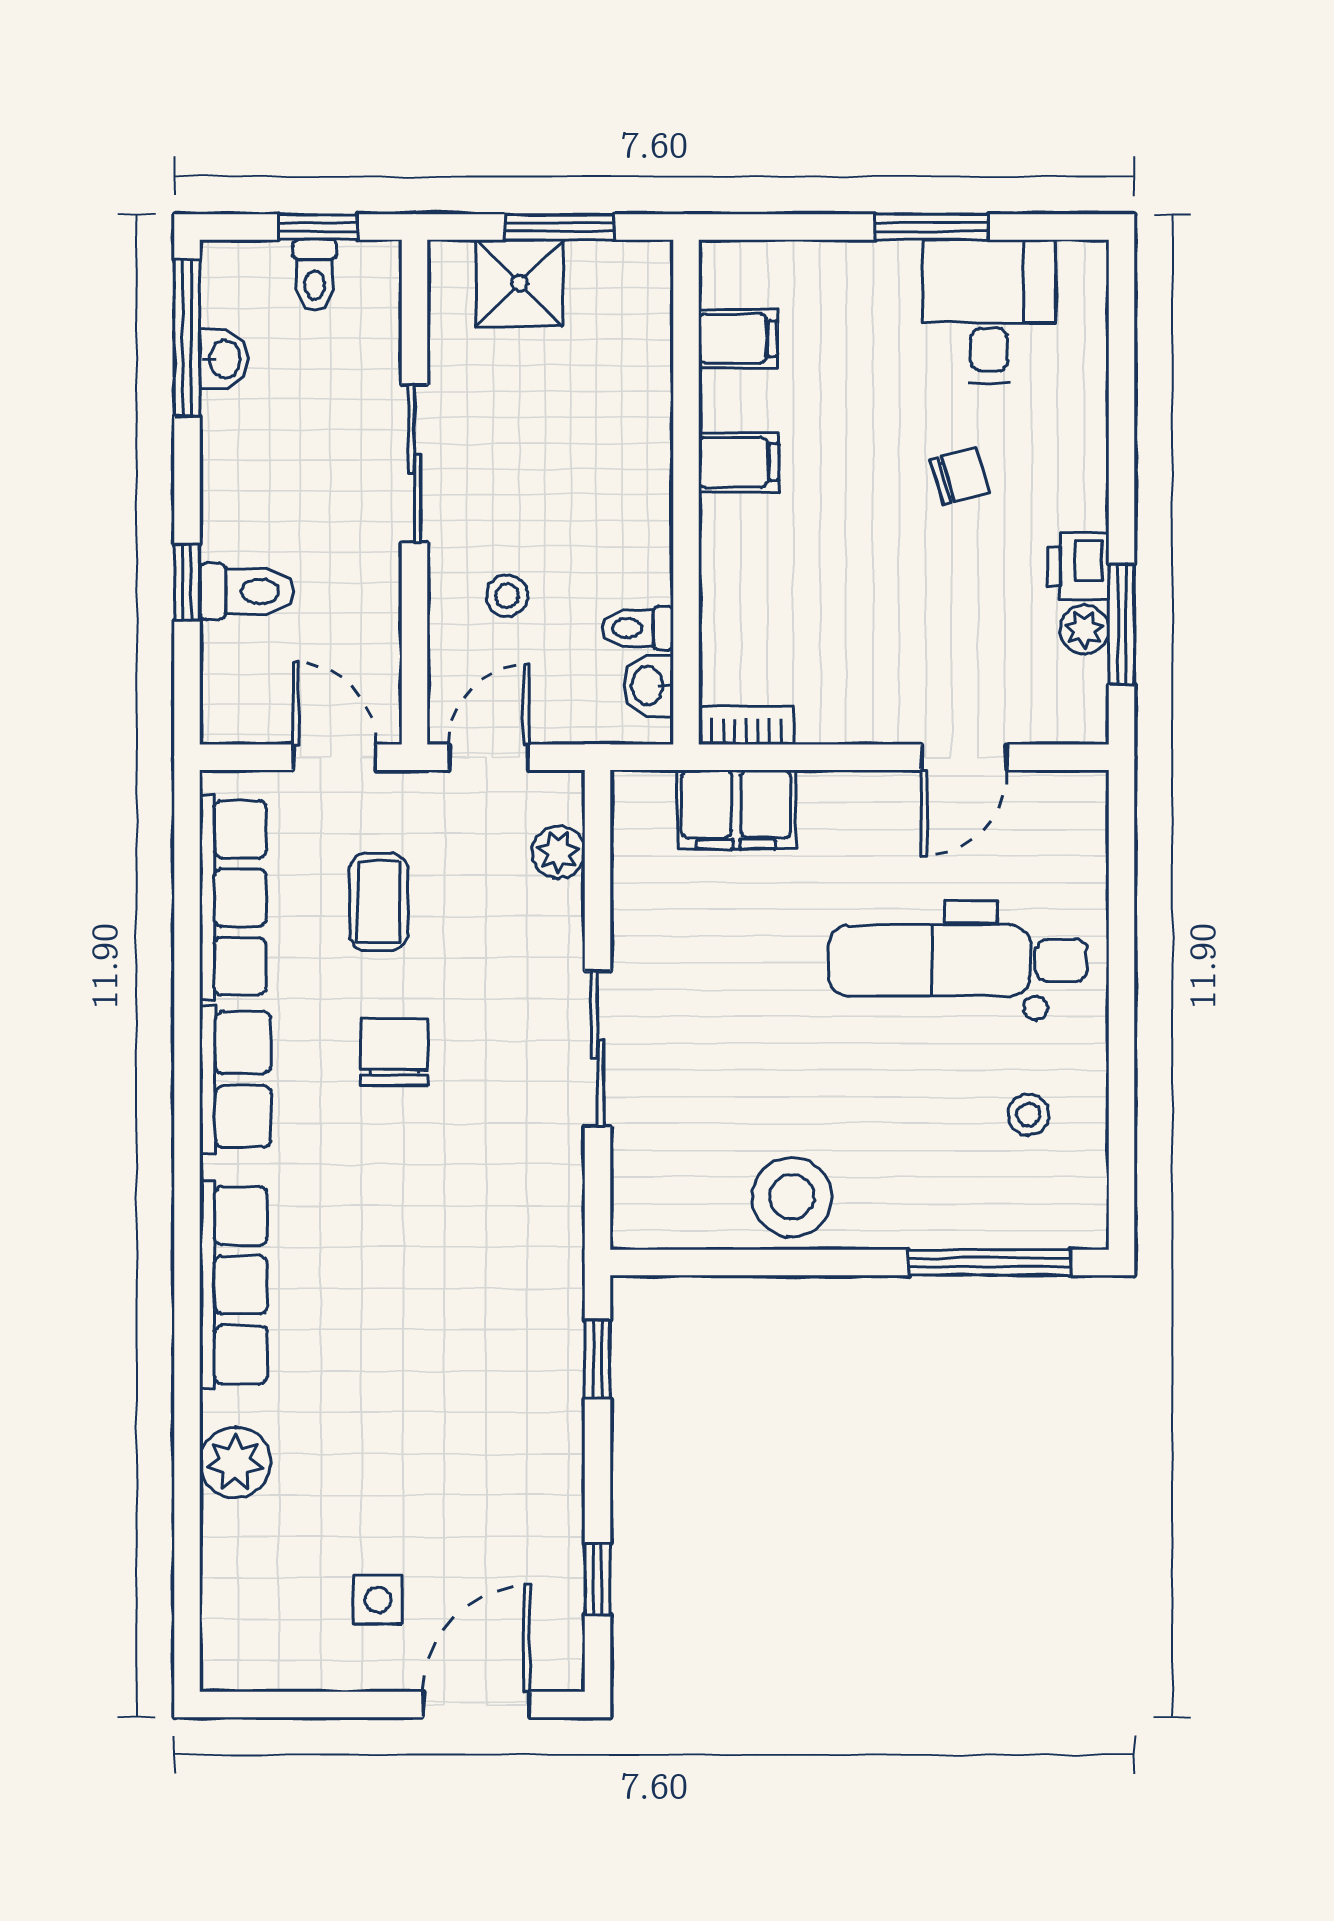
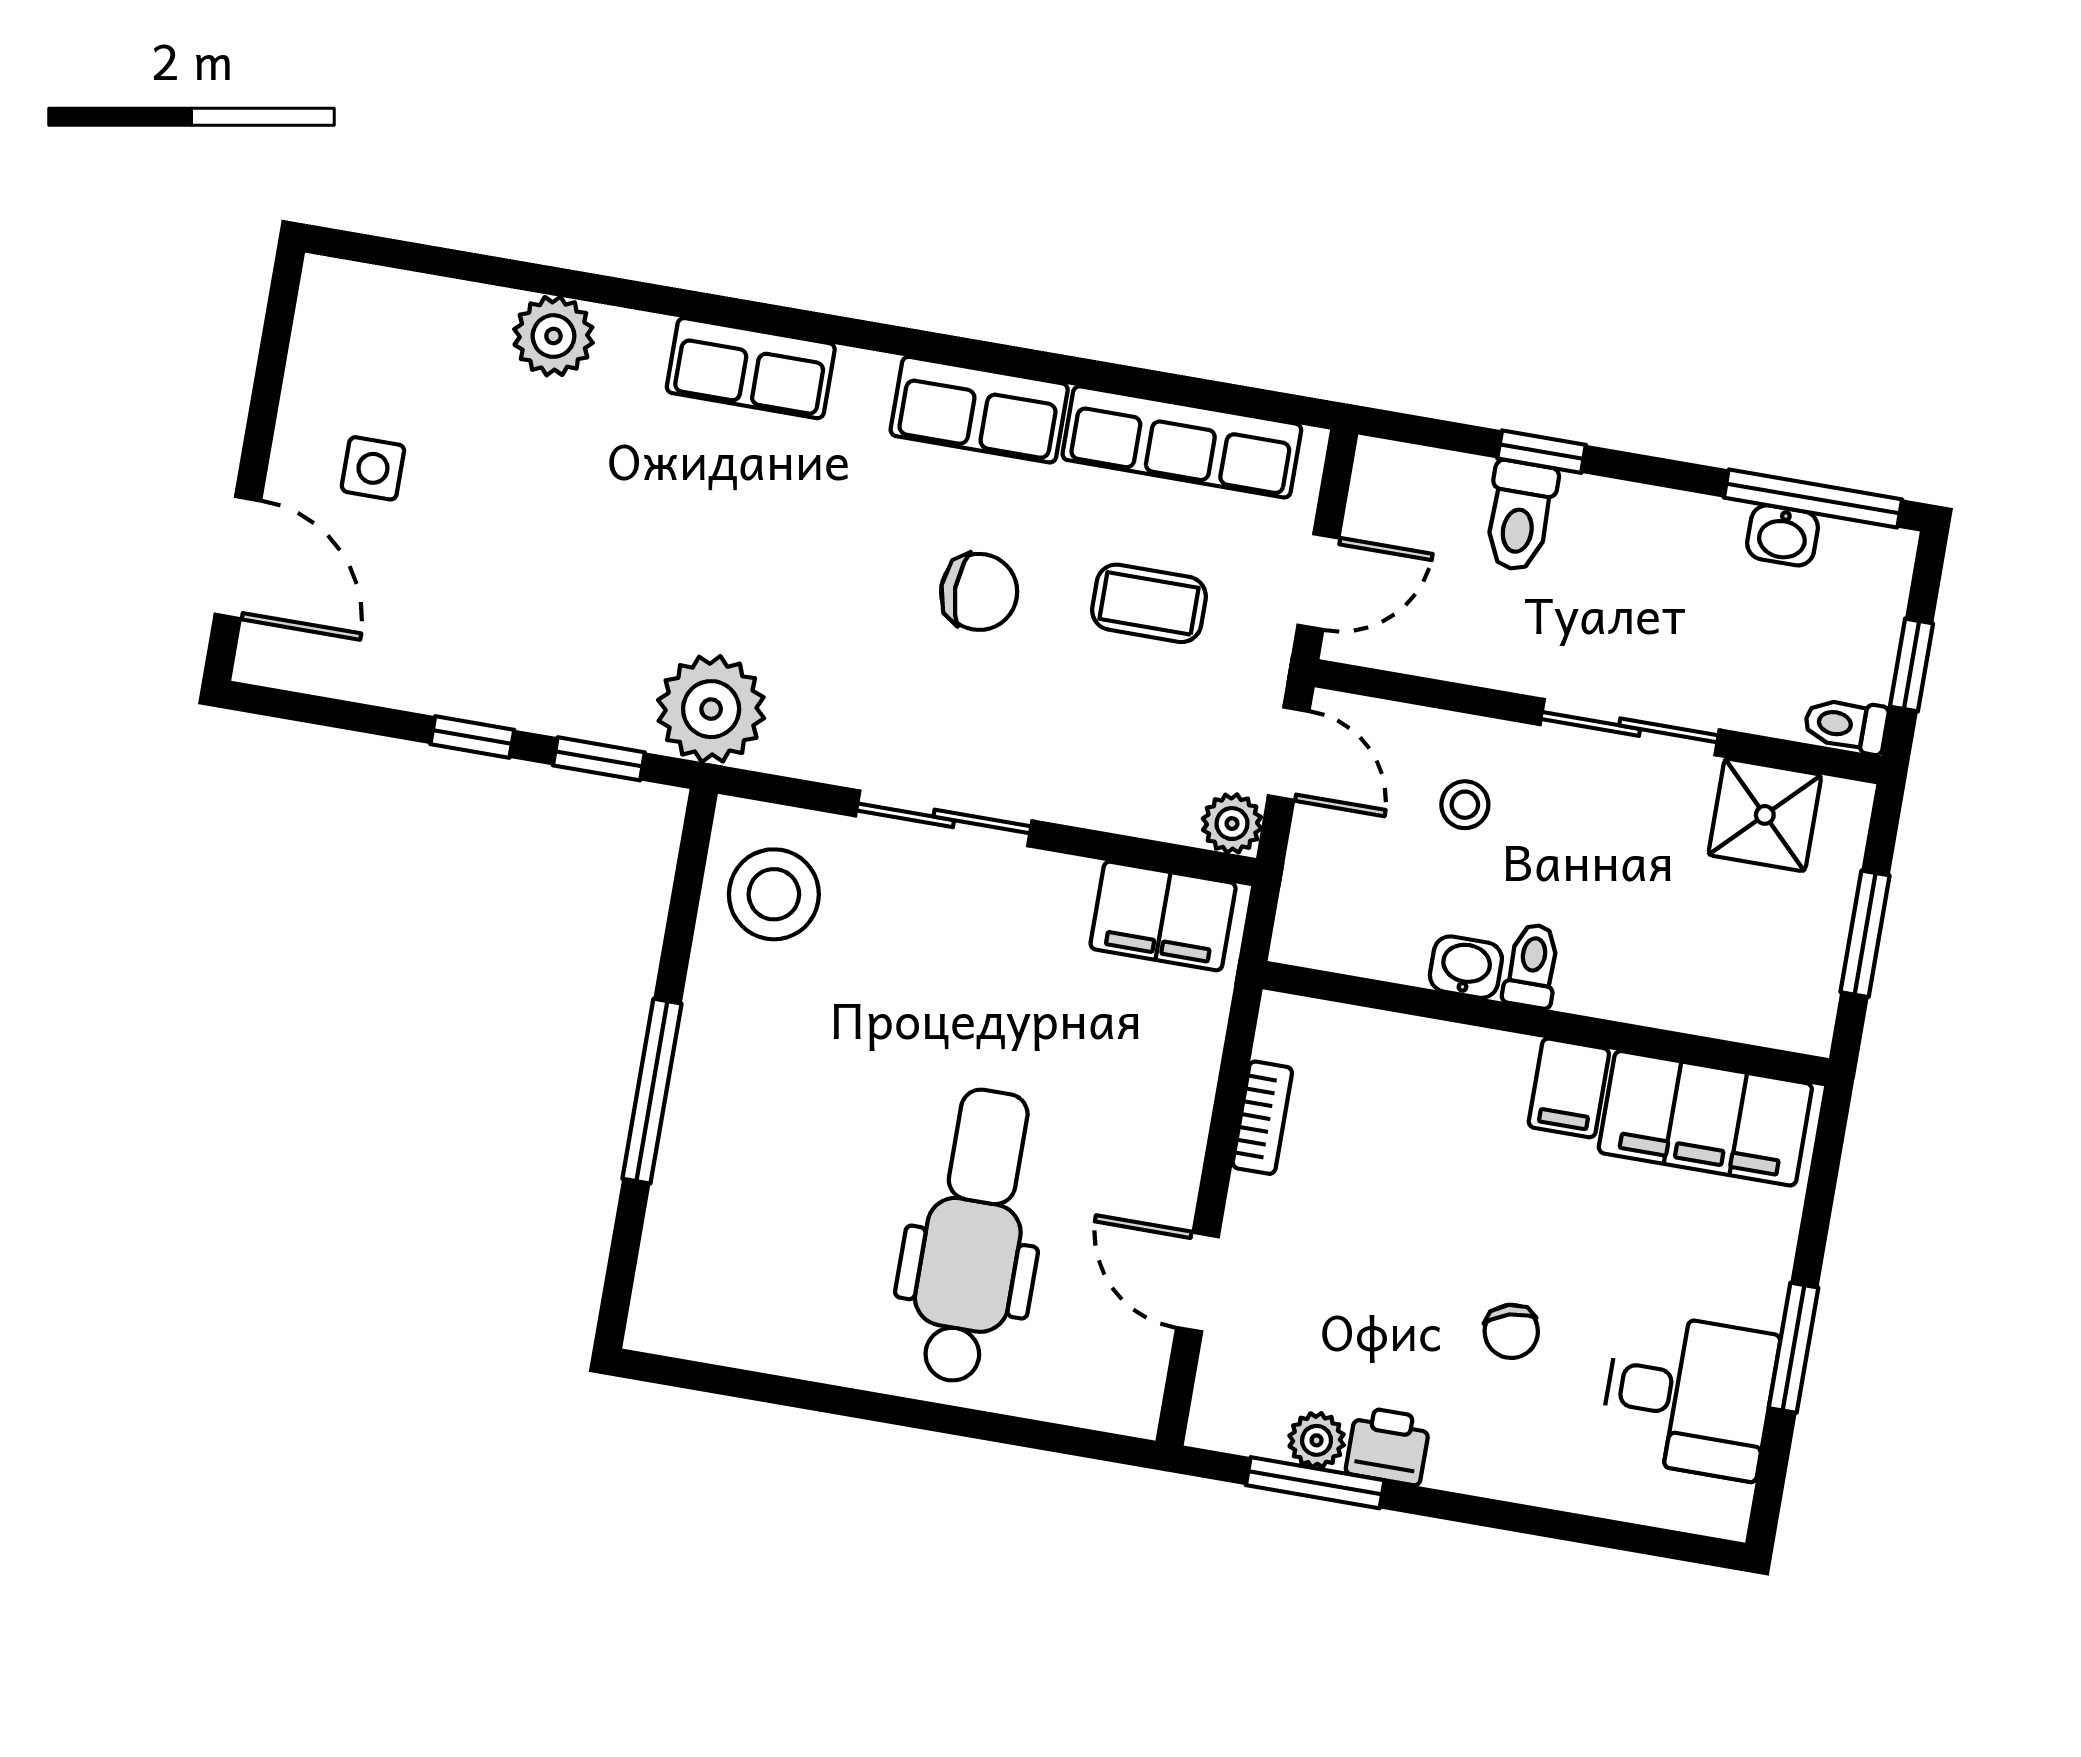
toilet: (315, 275) -> (1846, 725), moved
shower: (520, 283) -> (1765, 815), moved
filing cabinet: (738, 338) -> (1705, 1118), width x3.00, depth x1.17
toilet: (637, 628) -> (1532, 966), moved
washbasin: (649, 686) -> (1466, 967), moved
bookcase: (747, 725) -> (1262, 1118), moved
filing cabinet: (736, 809) -> (1163, 916), moved, turned -90
plant: (559, 852) -> (1232, 824), moved
stool: (1028, 1115) -> (788, 1285), removed
stool: (792, 1197) -> (774, 894), moved
window: (990, 1262) -> (652, 1091), moved
plant: (537, 1268) -> (711, 709), added
row of seats: (233, 1285) -> (751, 368), width x0.68
window: (598, 1579) -> (472, 737), moved

